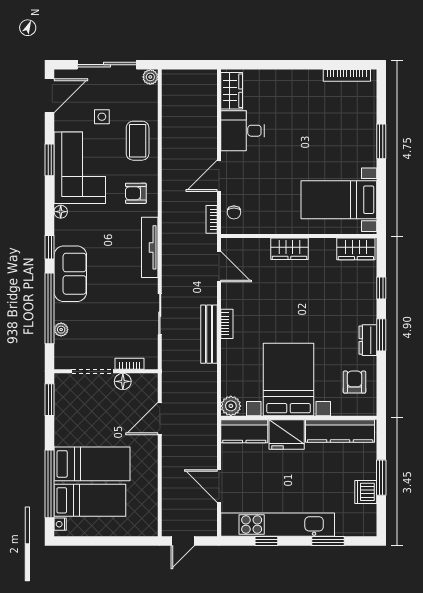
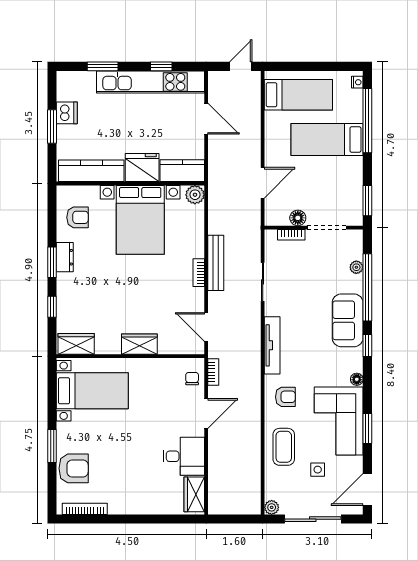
armchair: (359, 118) -> (74, 468), added
armchair: (354, 382) -> (78, 217), turned -90
bed: (90, 500) -> (298, 95), moved, turned 180

